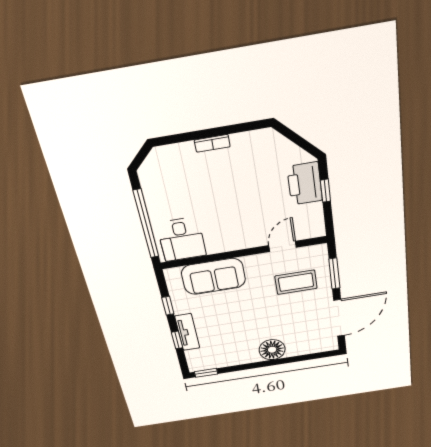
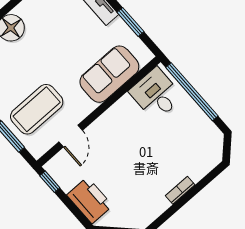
window: (325, 191) -> (50, 182), moved
coffee table: (296, 282) -> (37, 109), width x1.36, depth x1.32
window: (168, 306) -> (131, 22), width x1.50

